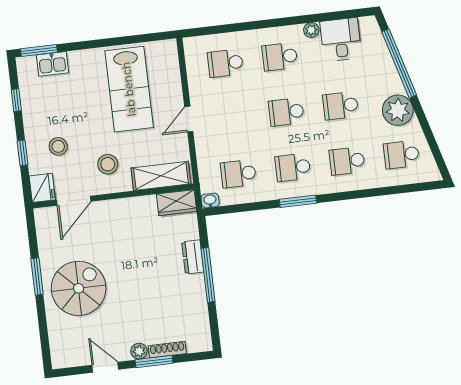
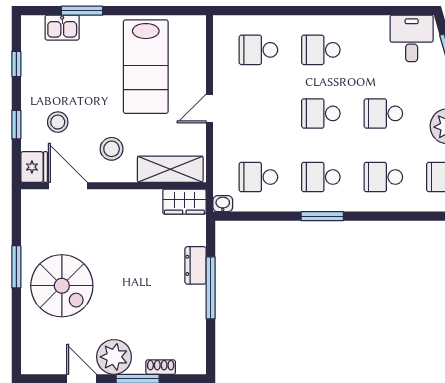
plant: (311, 30) -> (360, 24), removed
desk: (341, 40) -> (412, 38), moved
window: (39, 50) -> (82, 11), moved
door: (74, 201) -> (68, 186), swing flipped
spiral stairs: (79, 288) -> (62, 286), turned 90
shoe rack: (167, 350) -> (161, 367), width x0.70
plant: (139, 351) -> (114, 357), width x1.88, depth x1.88

